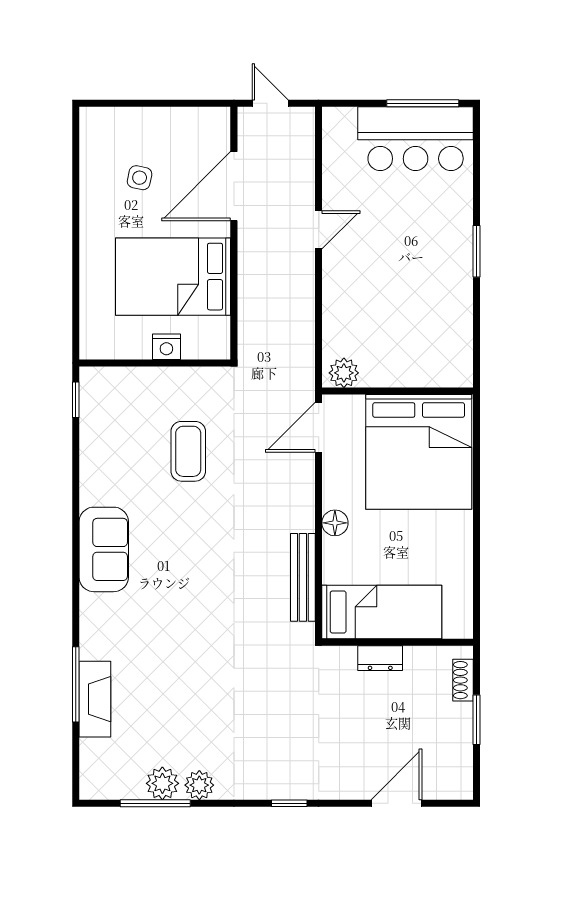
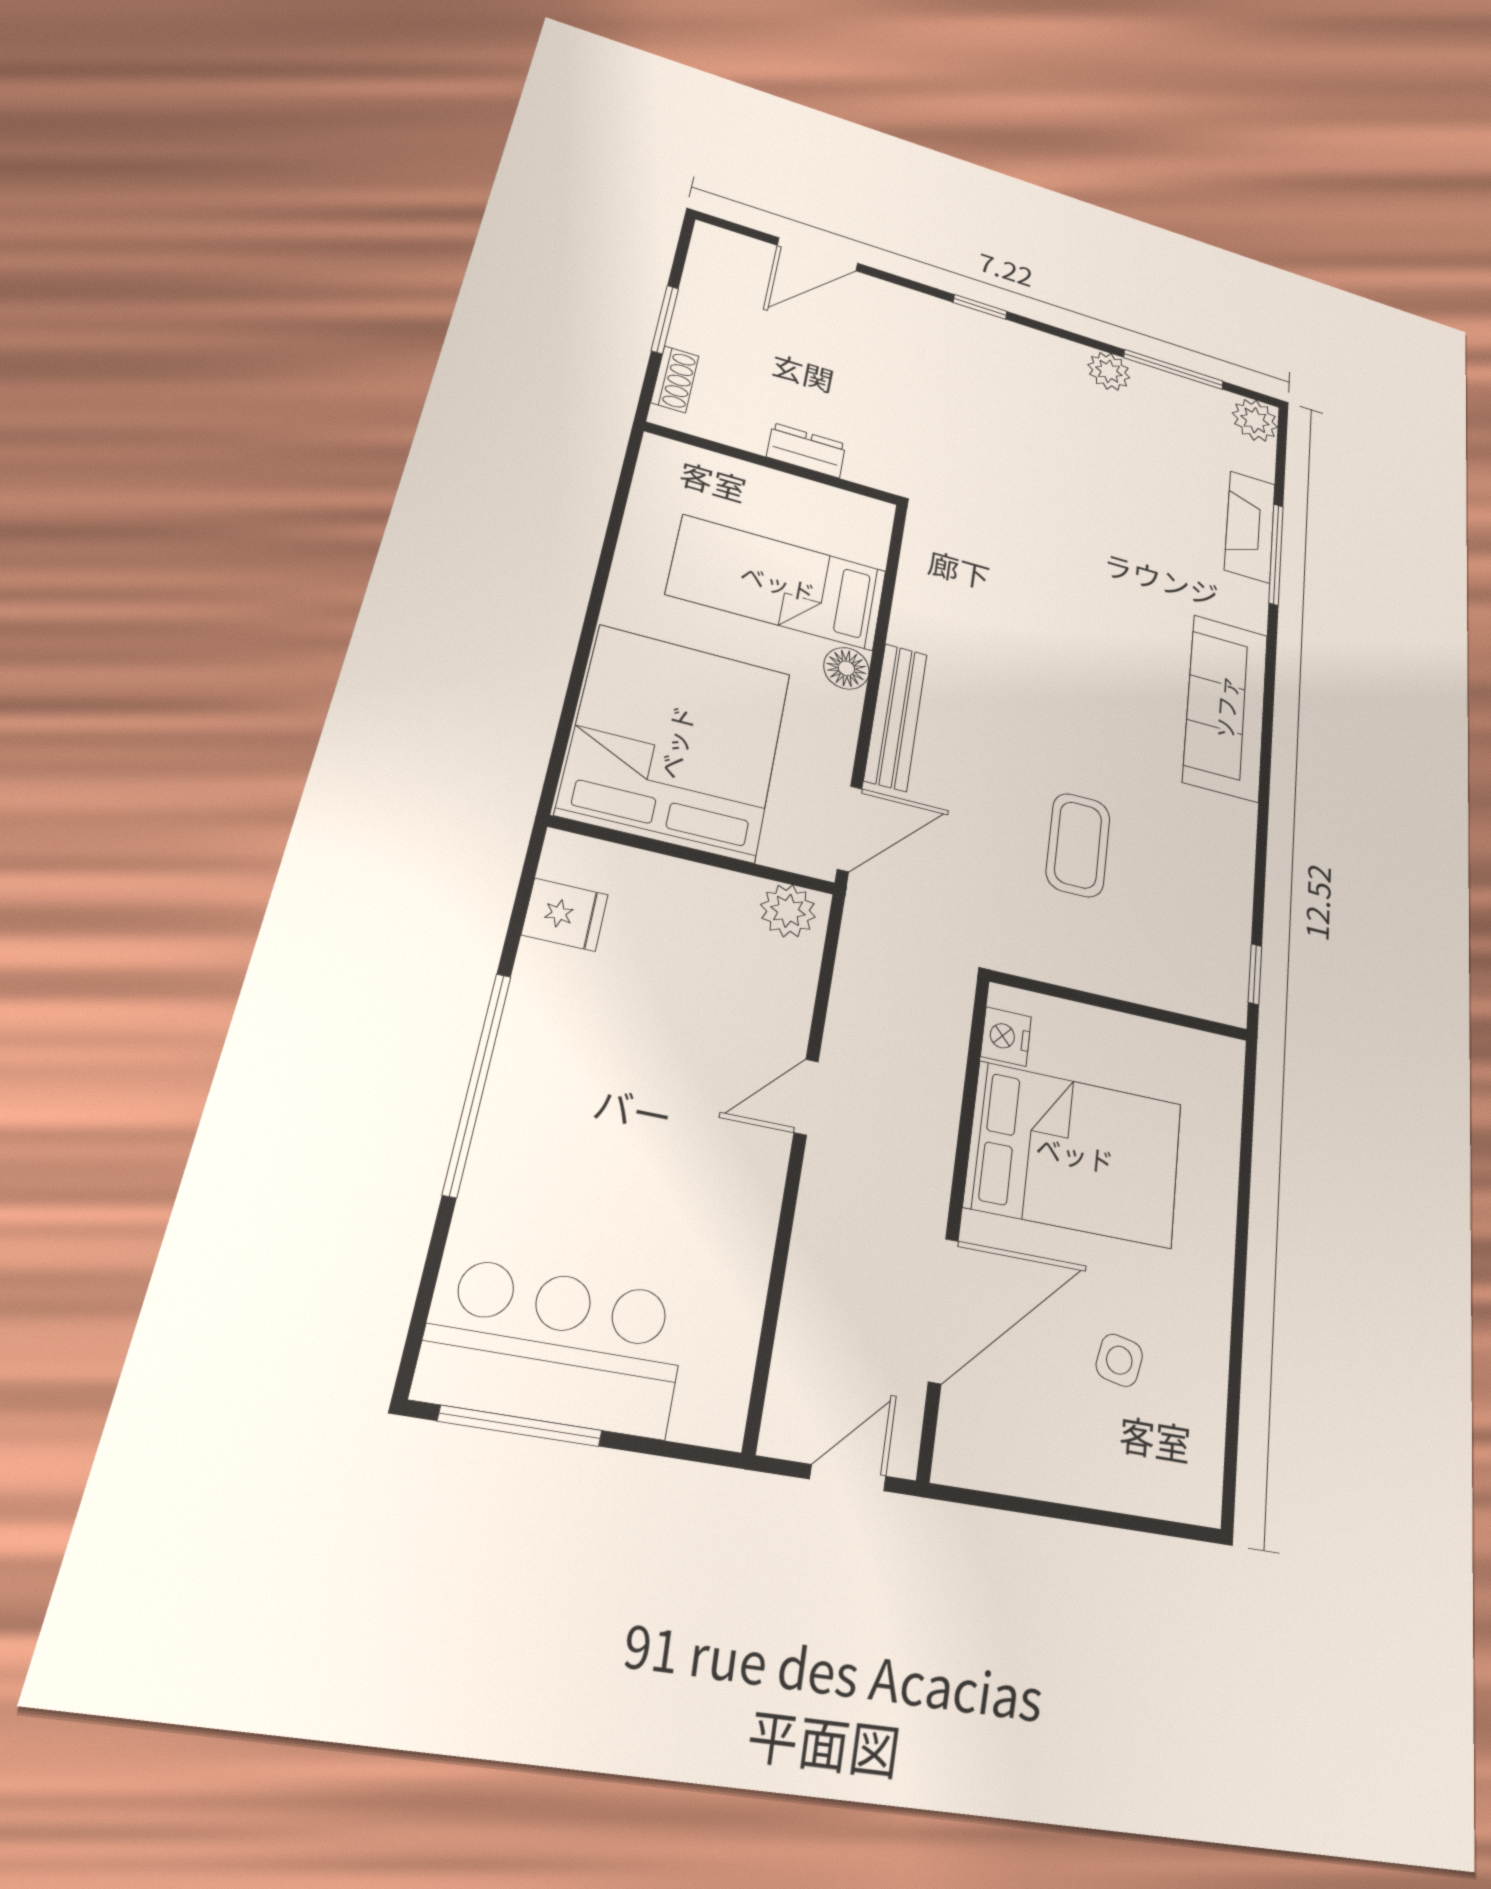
door: (270, 103) -> (848, 1478), swing flipped
door: (319, 230) -> (806, 1097), moved
window: (477, 251) -> (477, 1083), width x2.11
fridge: (455, 344) -> (565, 915), added
nightstand: (166, 347) -> (1006, 1037), moved, turned -90
sofa: (104, 549) -> (1226, 707), width x1.36
bench: (303, 577) -> (896, 717), moved
bed: (382, 612) -> (778, 583), moved
plant: (162, 783) -> (1255, 420), moved

